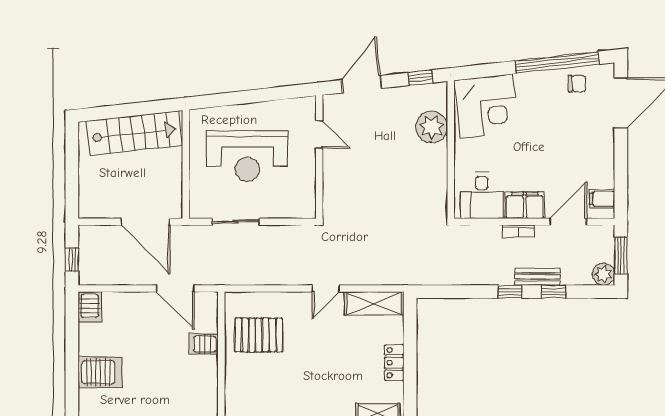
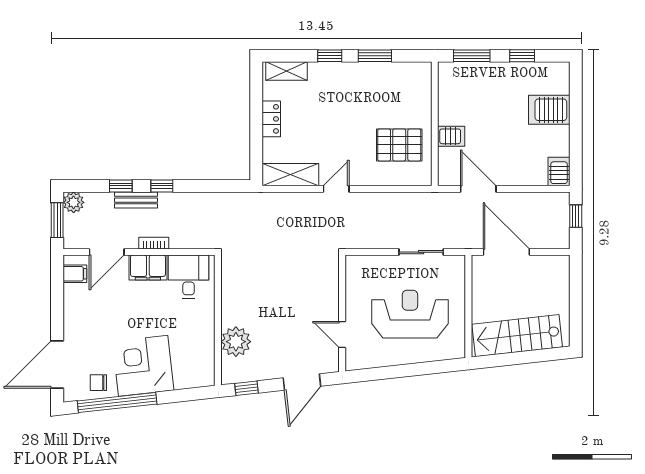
corner desk: (487, 106) -> (143, 366), moved

